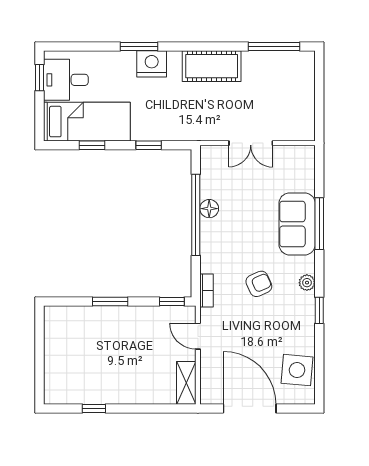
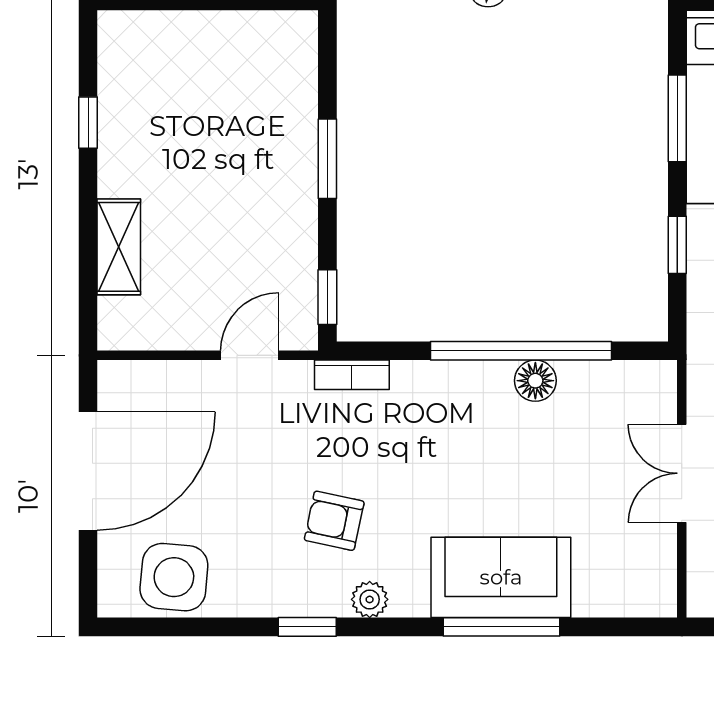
window: (92, 145) -> (677, 118), width x1.50
armchair: (259, 284) -> (334, 521), moved, turned 126
shelving: (186, 383) -> (119, 247), moved, turned 90

